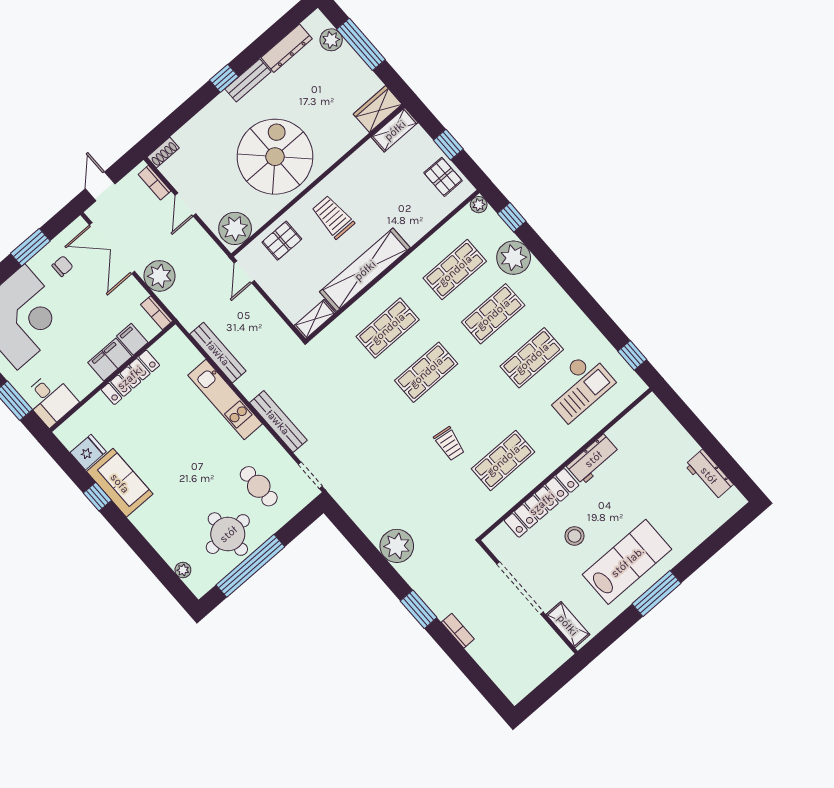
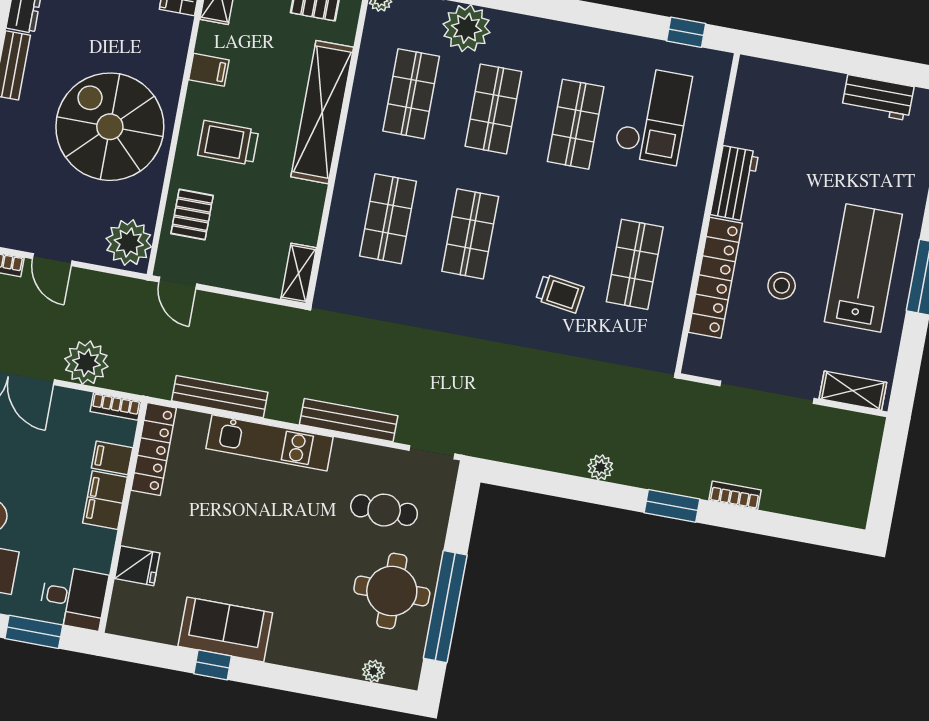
filing cabinet: (354, 168) -> (209, 70), added
shelving: (365, 270) -> (322, 112), moved
locker: (130, 377) -> (154, 449), moved
fridge: (88, 452) -> (137, 566), moved, turned 90
plant: (397, 546) -> (600, 467), width x0.53, depth x0.53

